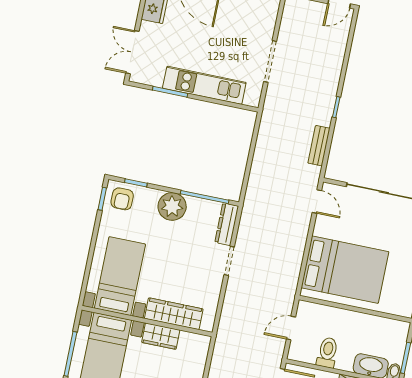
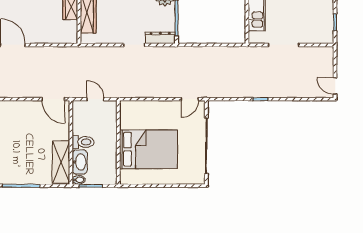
bench: (319, 146) -> (230, 92), removed
bed: (345, 270) -> (148, 149), moved, turned -90
toilet: (327, 353) -> (83, 142), moved

